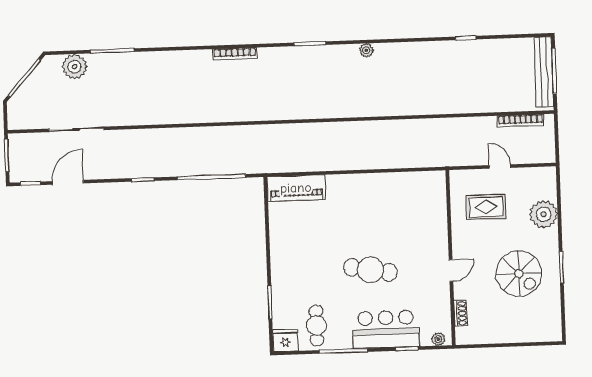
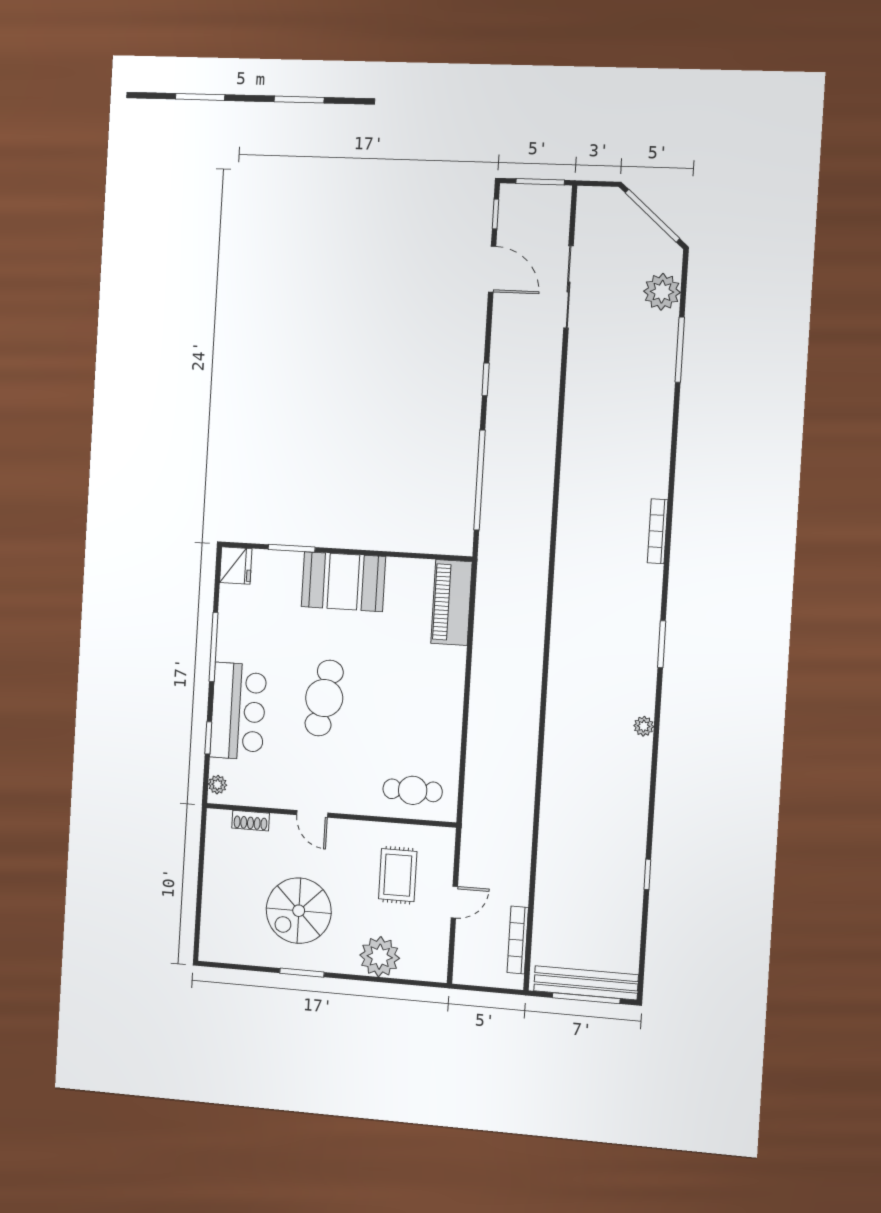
booth: (289, 264) -> (343, 582), added
cafe table: (316, 325) -> (413, 790), moved

